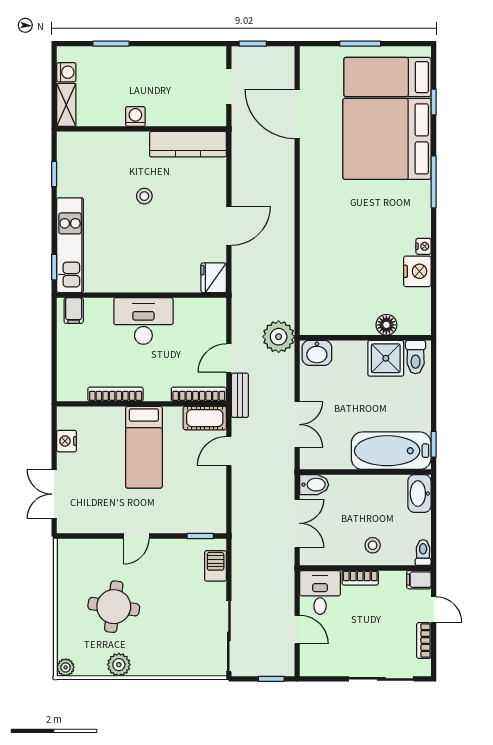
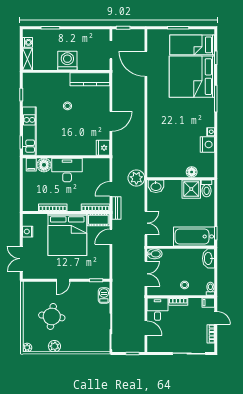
washing machine: (135, 116) -> (67, 61), width x1.89, depth x1.89
floor lamp: (99, 311) -> (44, 165), added
bed: (144, 447) -> (67, 235), width x2.04

